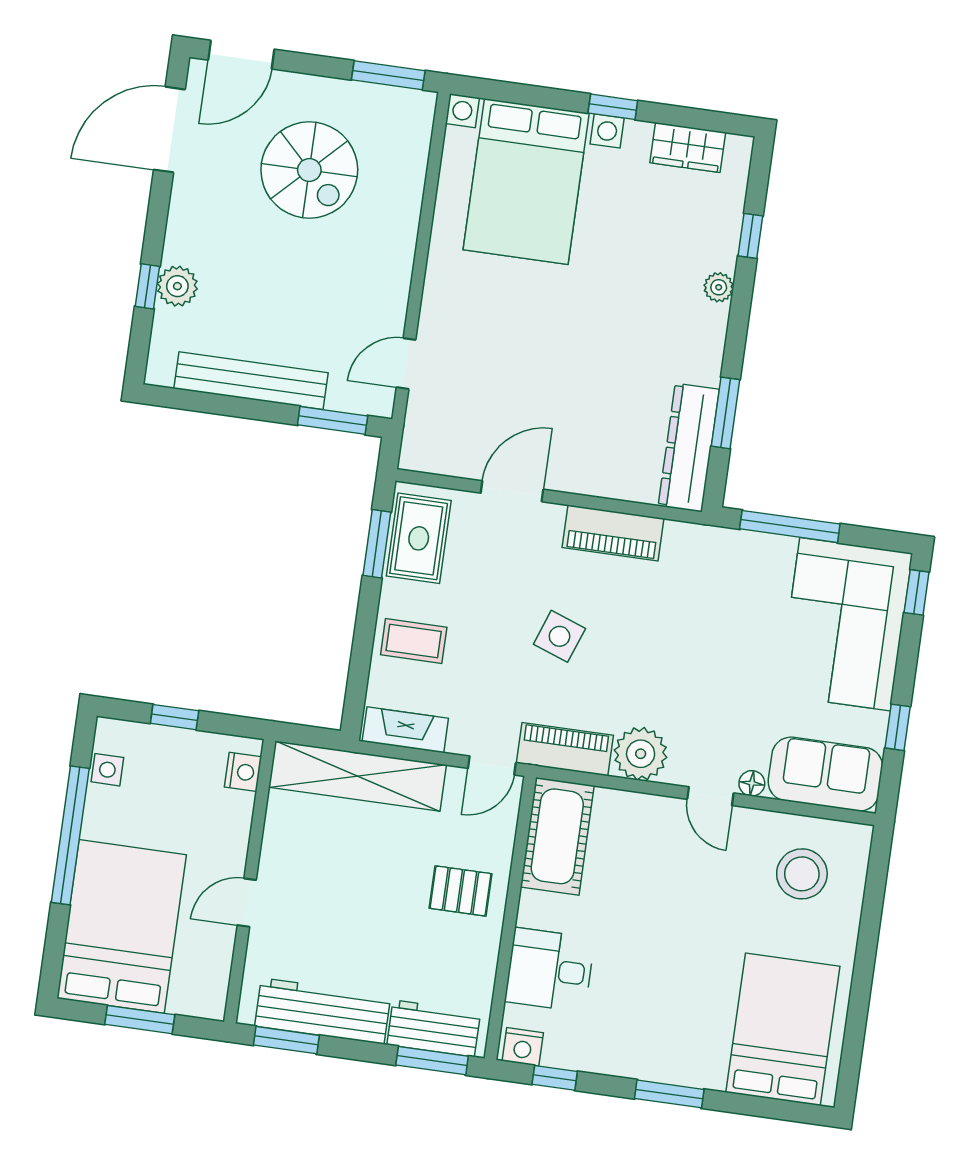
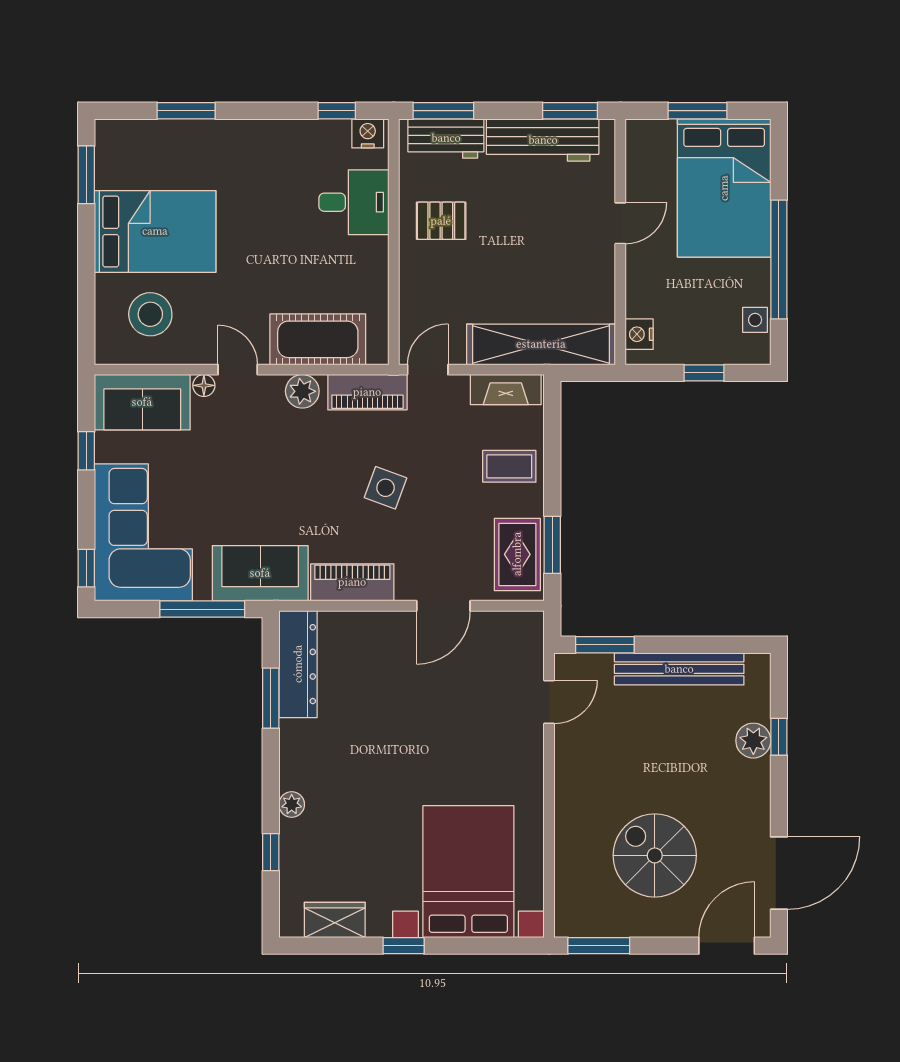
sofa: (717, 558) -> (260, 573), added
plant: (641, 754) -> (302, 391), width x0.73, depth x0.73
cot: (557, 836) -> (318, 339), moved, turned 90
pallet: (461, 891) -> (441, 221), moved
bed: (783, 1029) -> (155, 231), moved, turned -90
window: (853, 1045) -> (86, 175), added
window: (669, 1094) -> (186, 111), moved

